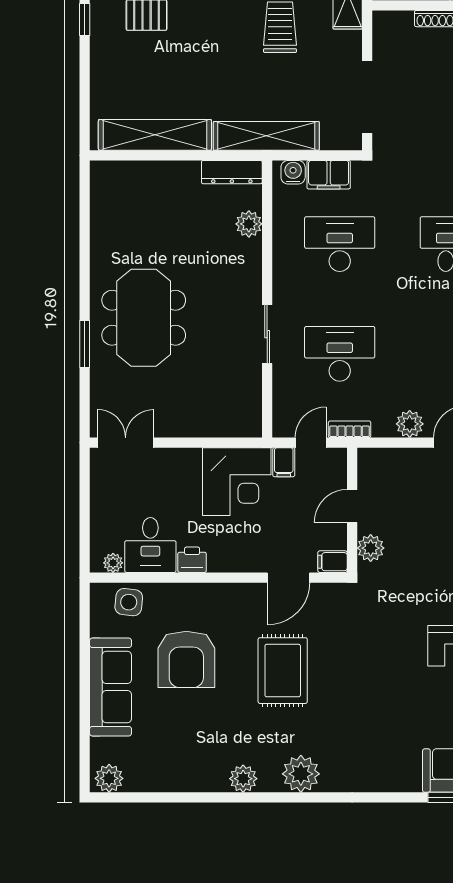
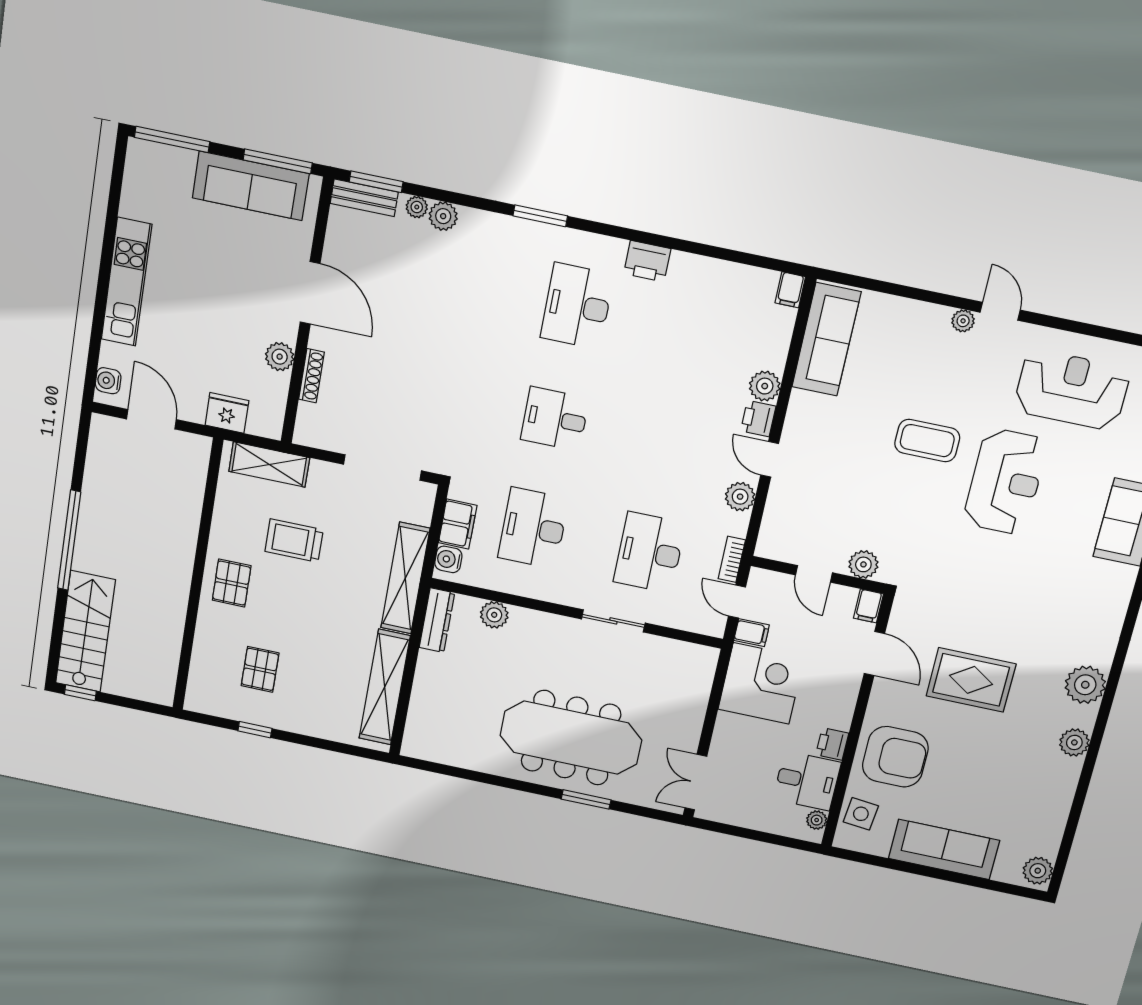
meeting table: (144, 318) -> (571, 738), width x1.36
armchair: (186, 659) -> (895, 757), moved

